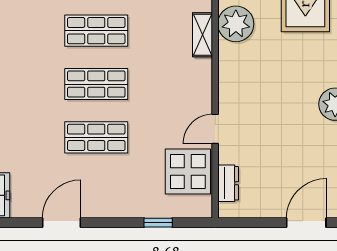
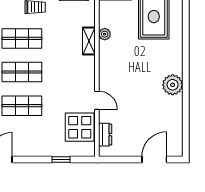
plant: (236, 24) -> (105, 34), width x0.53, depth x0.53
door: (215, 129) -> (97, 100), swing flipped

